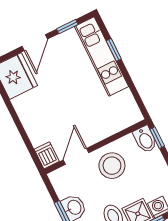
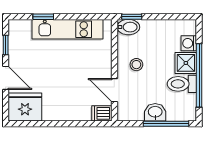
kitchen unit: (102, 56) -> (67, 29), moved
stool: (112, 166) -> (136, 65), width x0.53, depth x0.53

